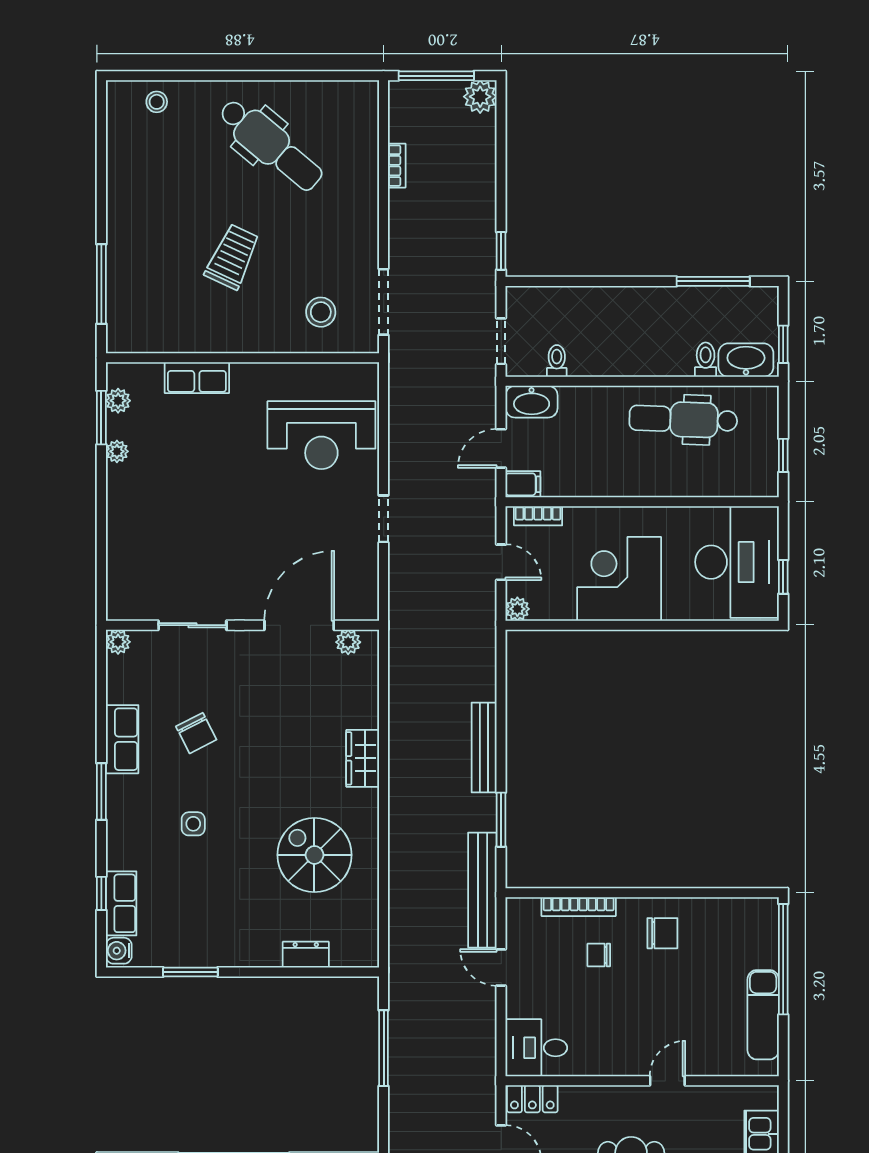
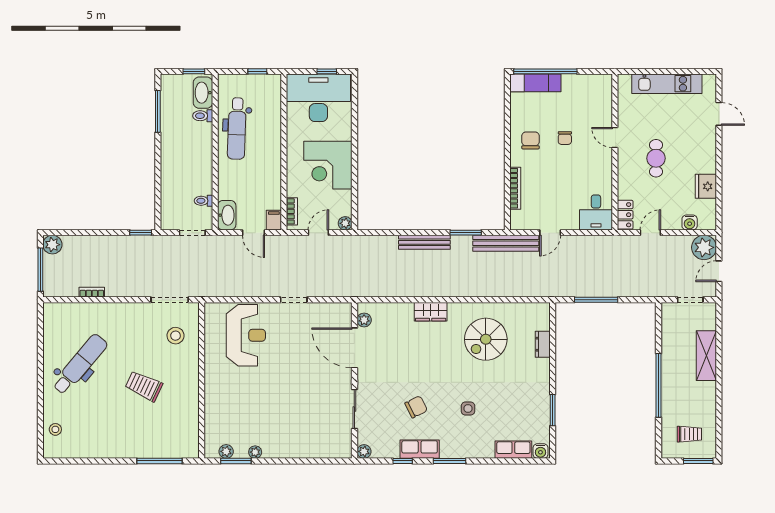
row of seats: (197, 378) -> (213, 406), removed
window: (101, 893) -> (403, 461), moved
chair: (599, 955) -> (565, 138), moved
exam couch: (763, 1015) -> (535, 83), moved

